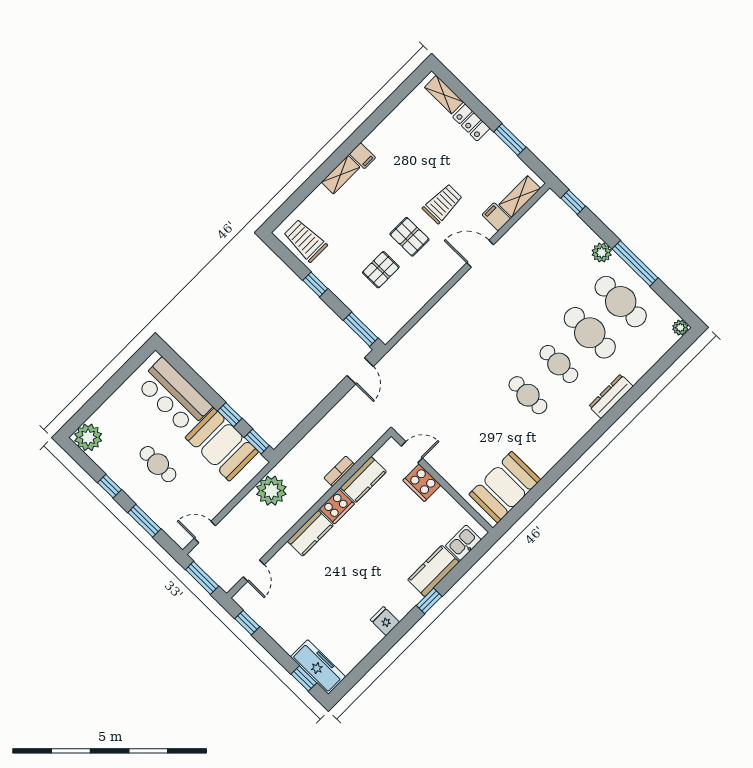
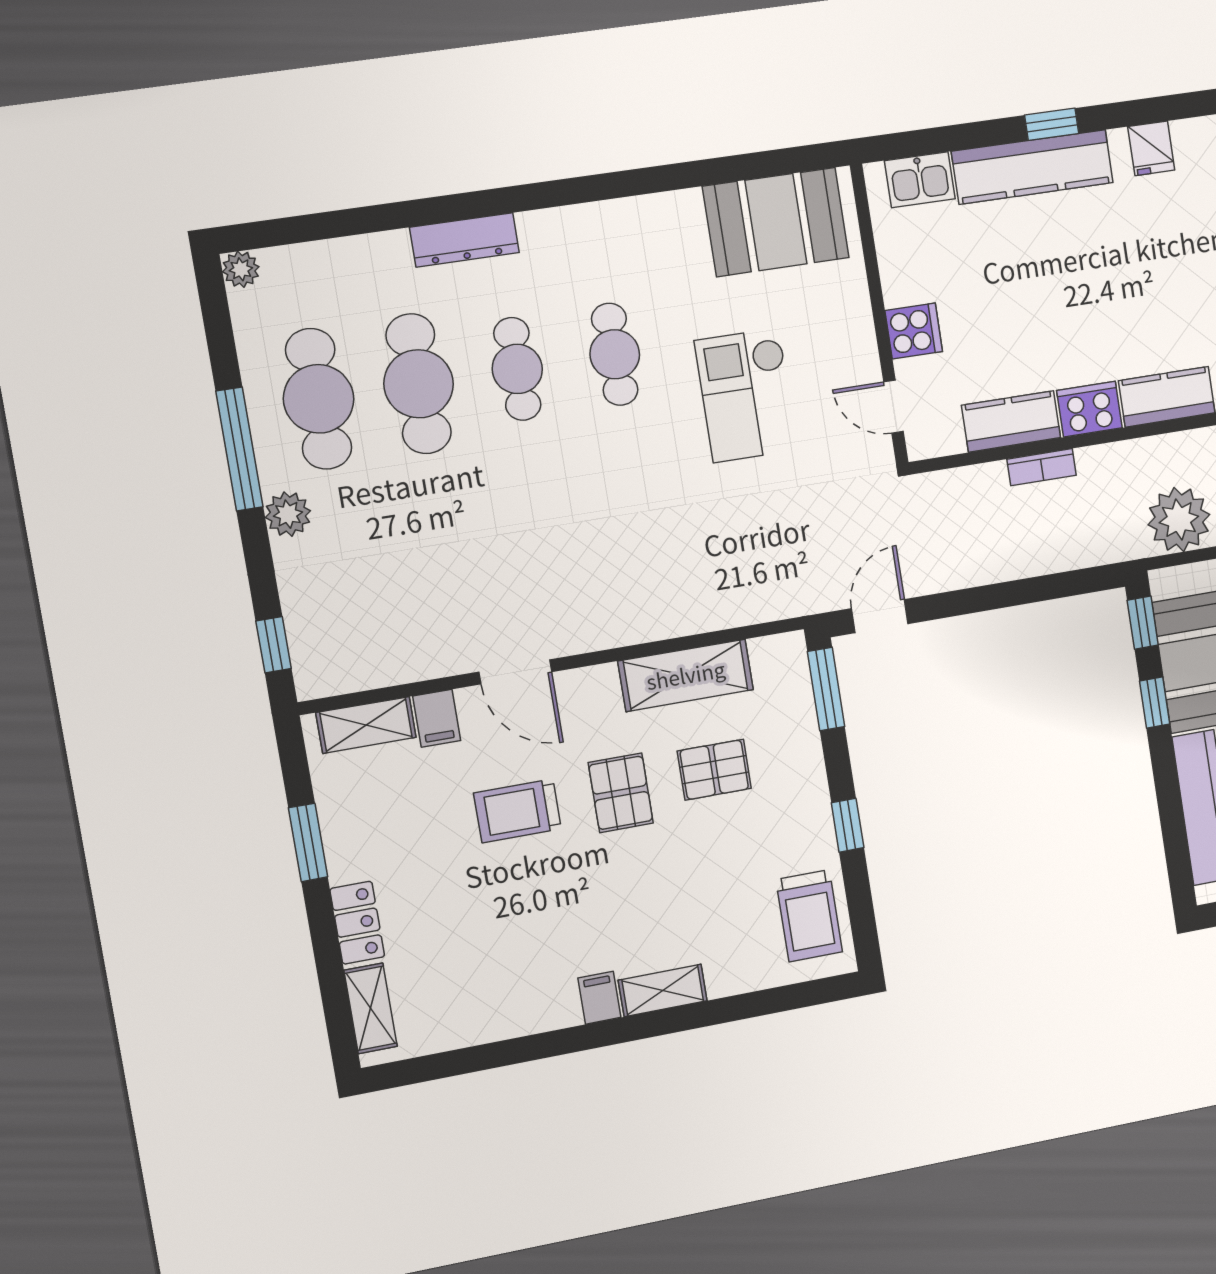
shelving: (417, 297) -> (686, 675), added
checkout: (469, 416) -> (746, 395), added
cooker: (422, 483) -> (914, 331), width x0.73
kitchen counter: (433, 571) -> (1032, 167), width x1.50

